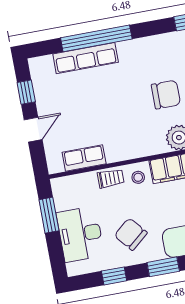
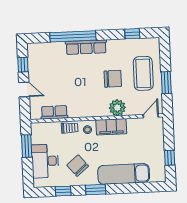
row of seats: (86, 58) -> (86, 47), moved
door: (33, 130) -> (24, 90), hinge flipped

